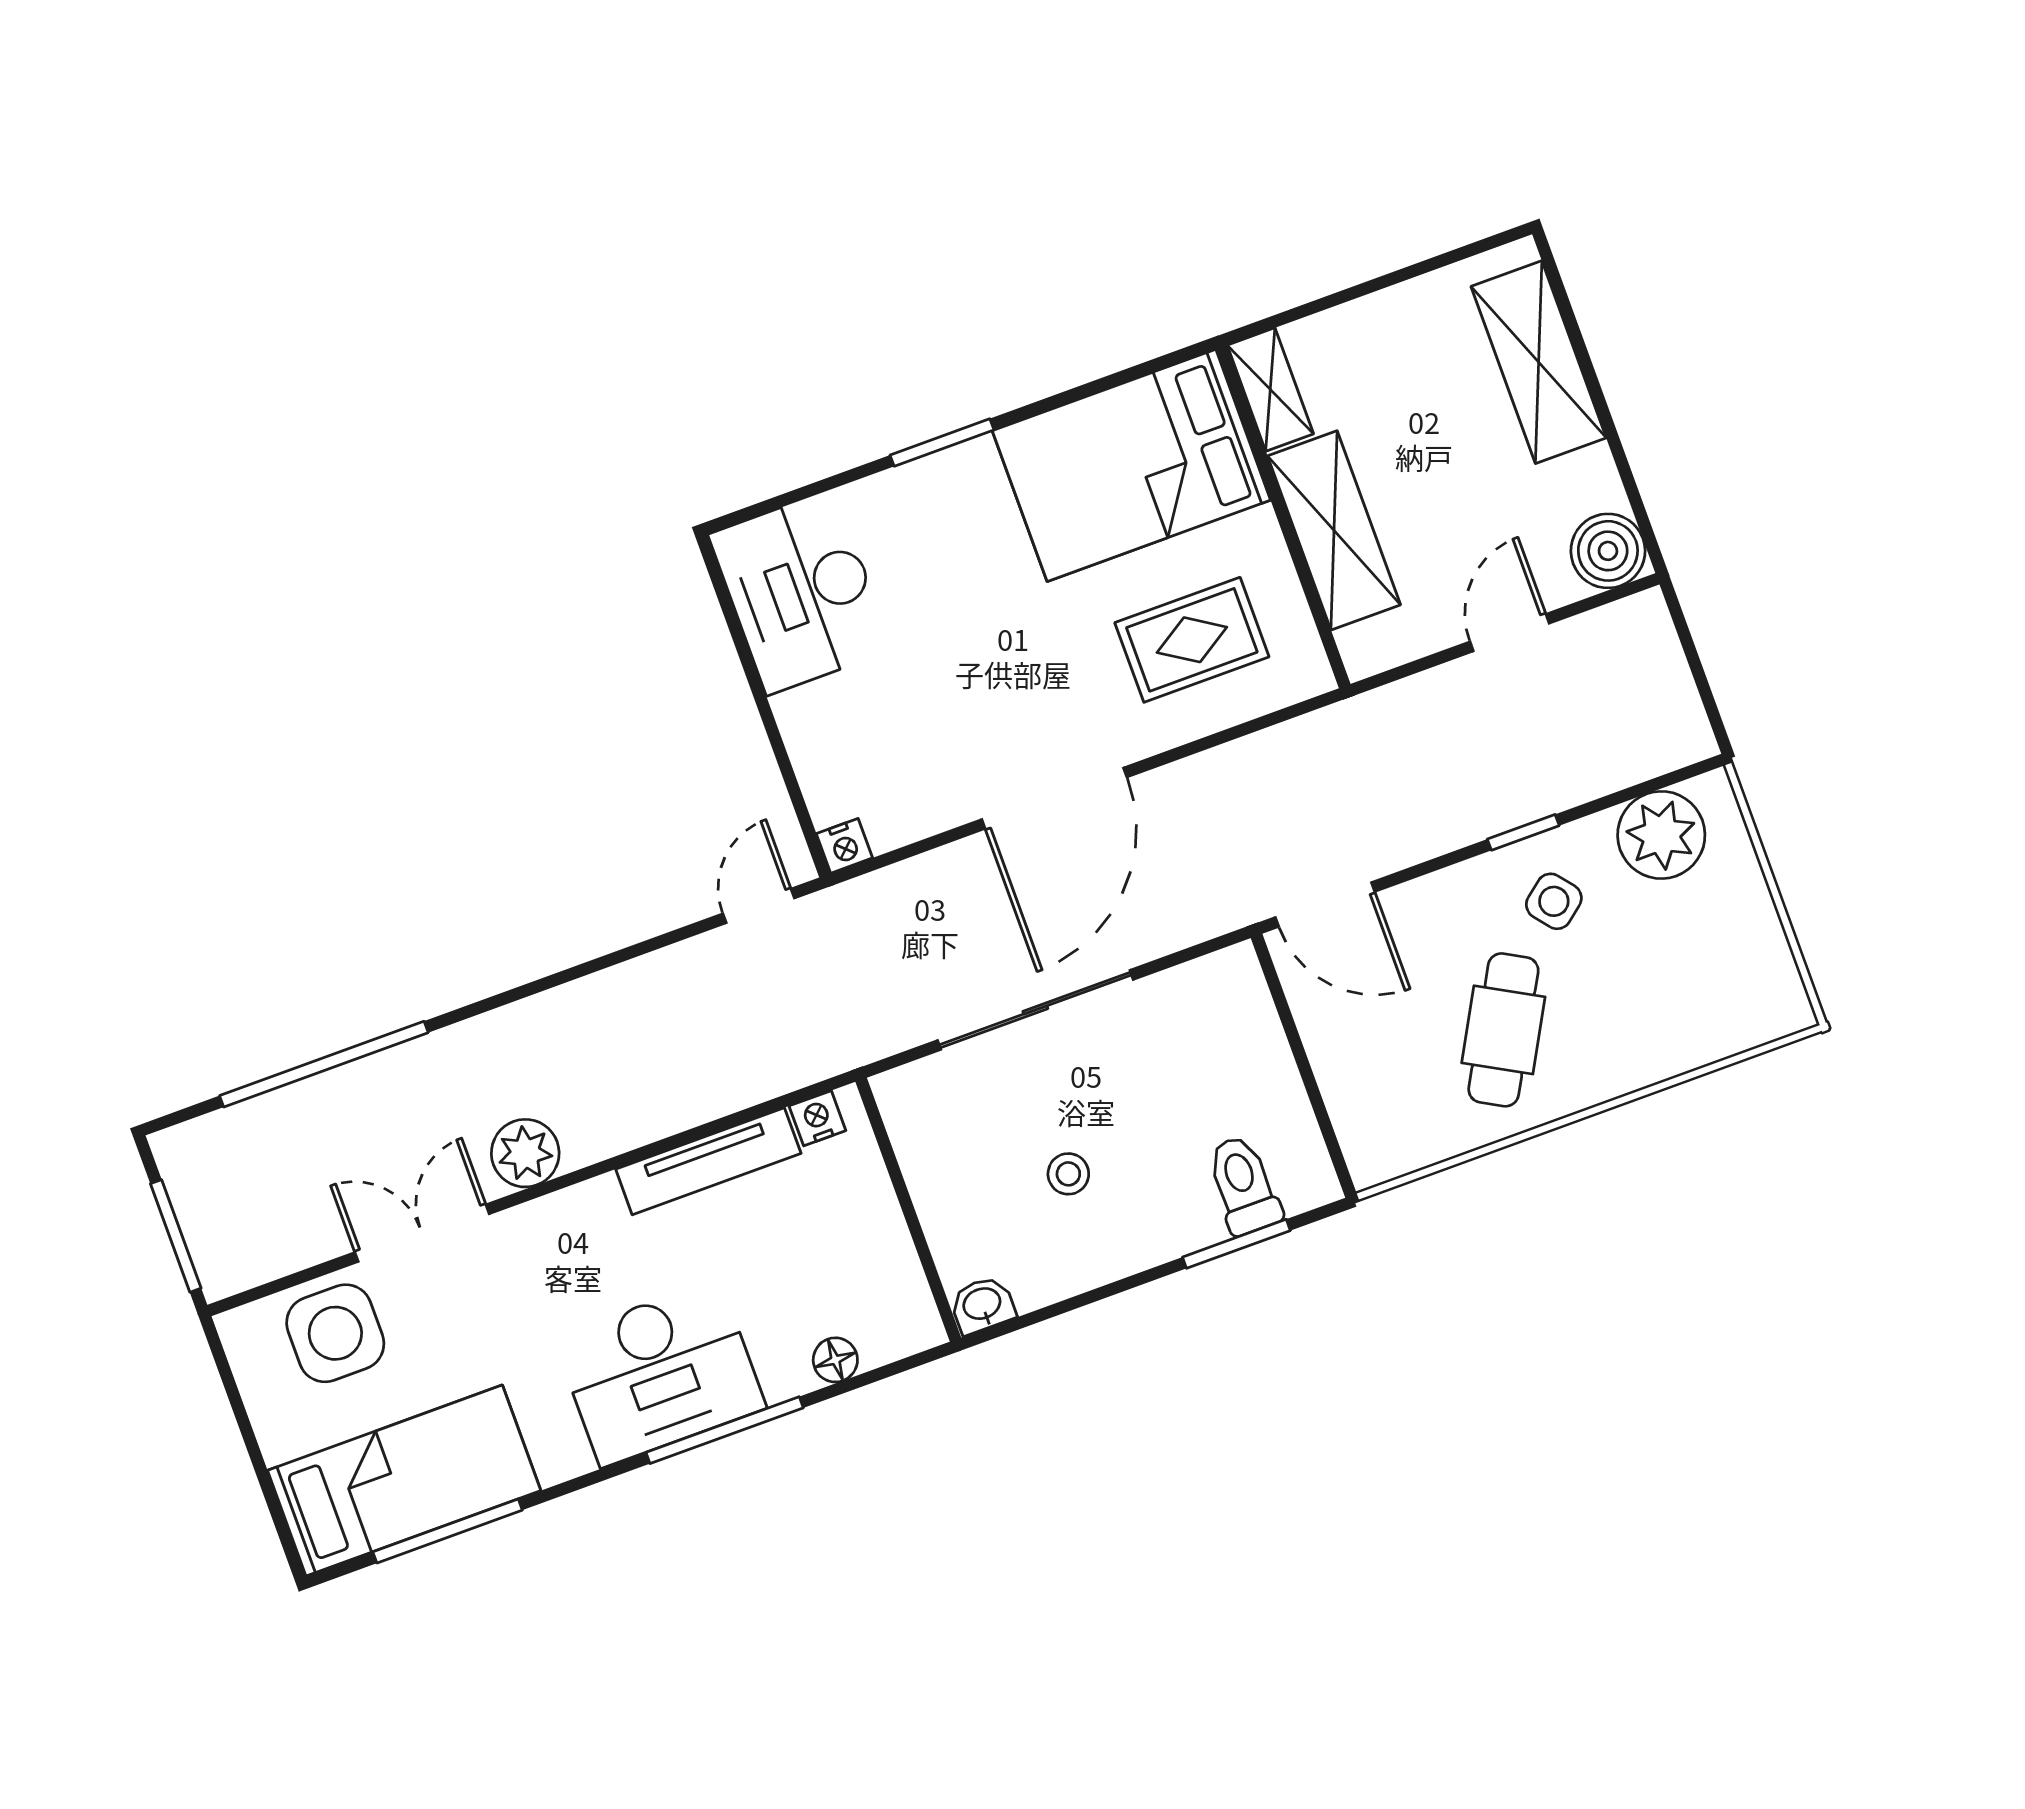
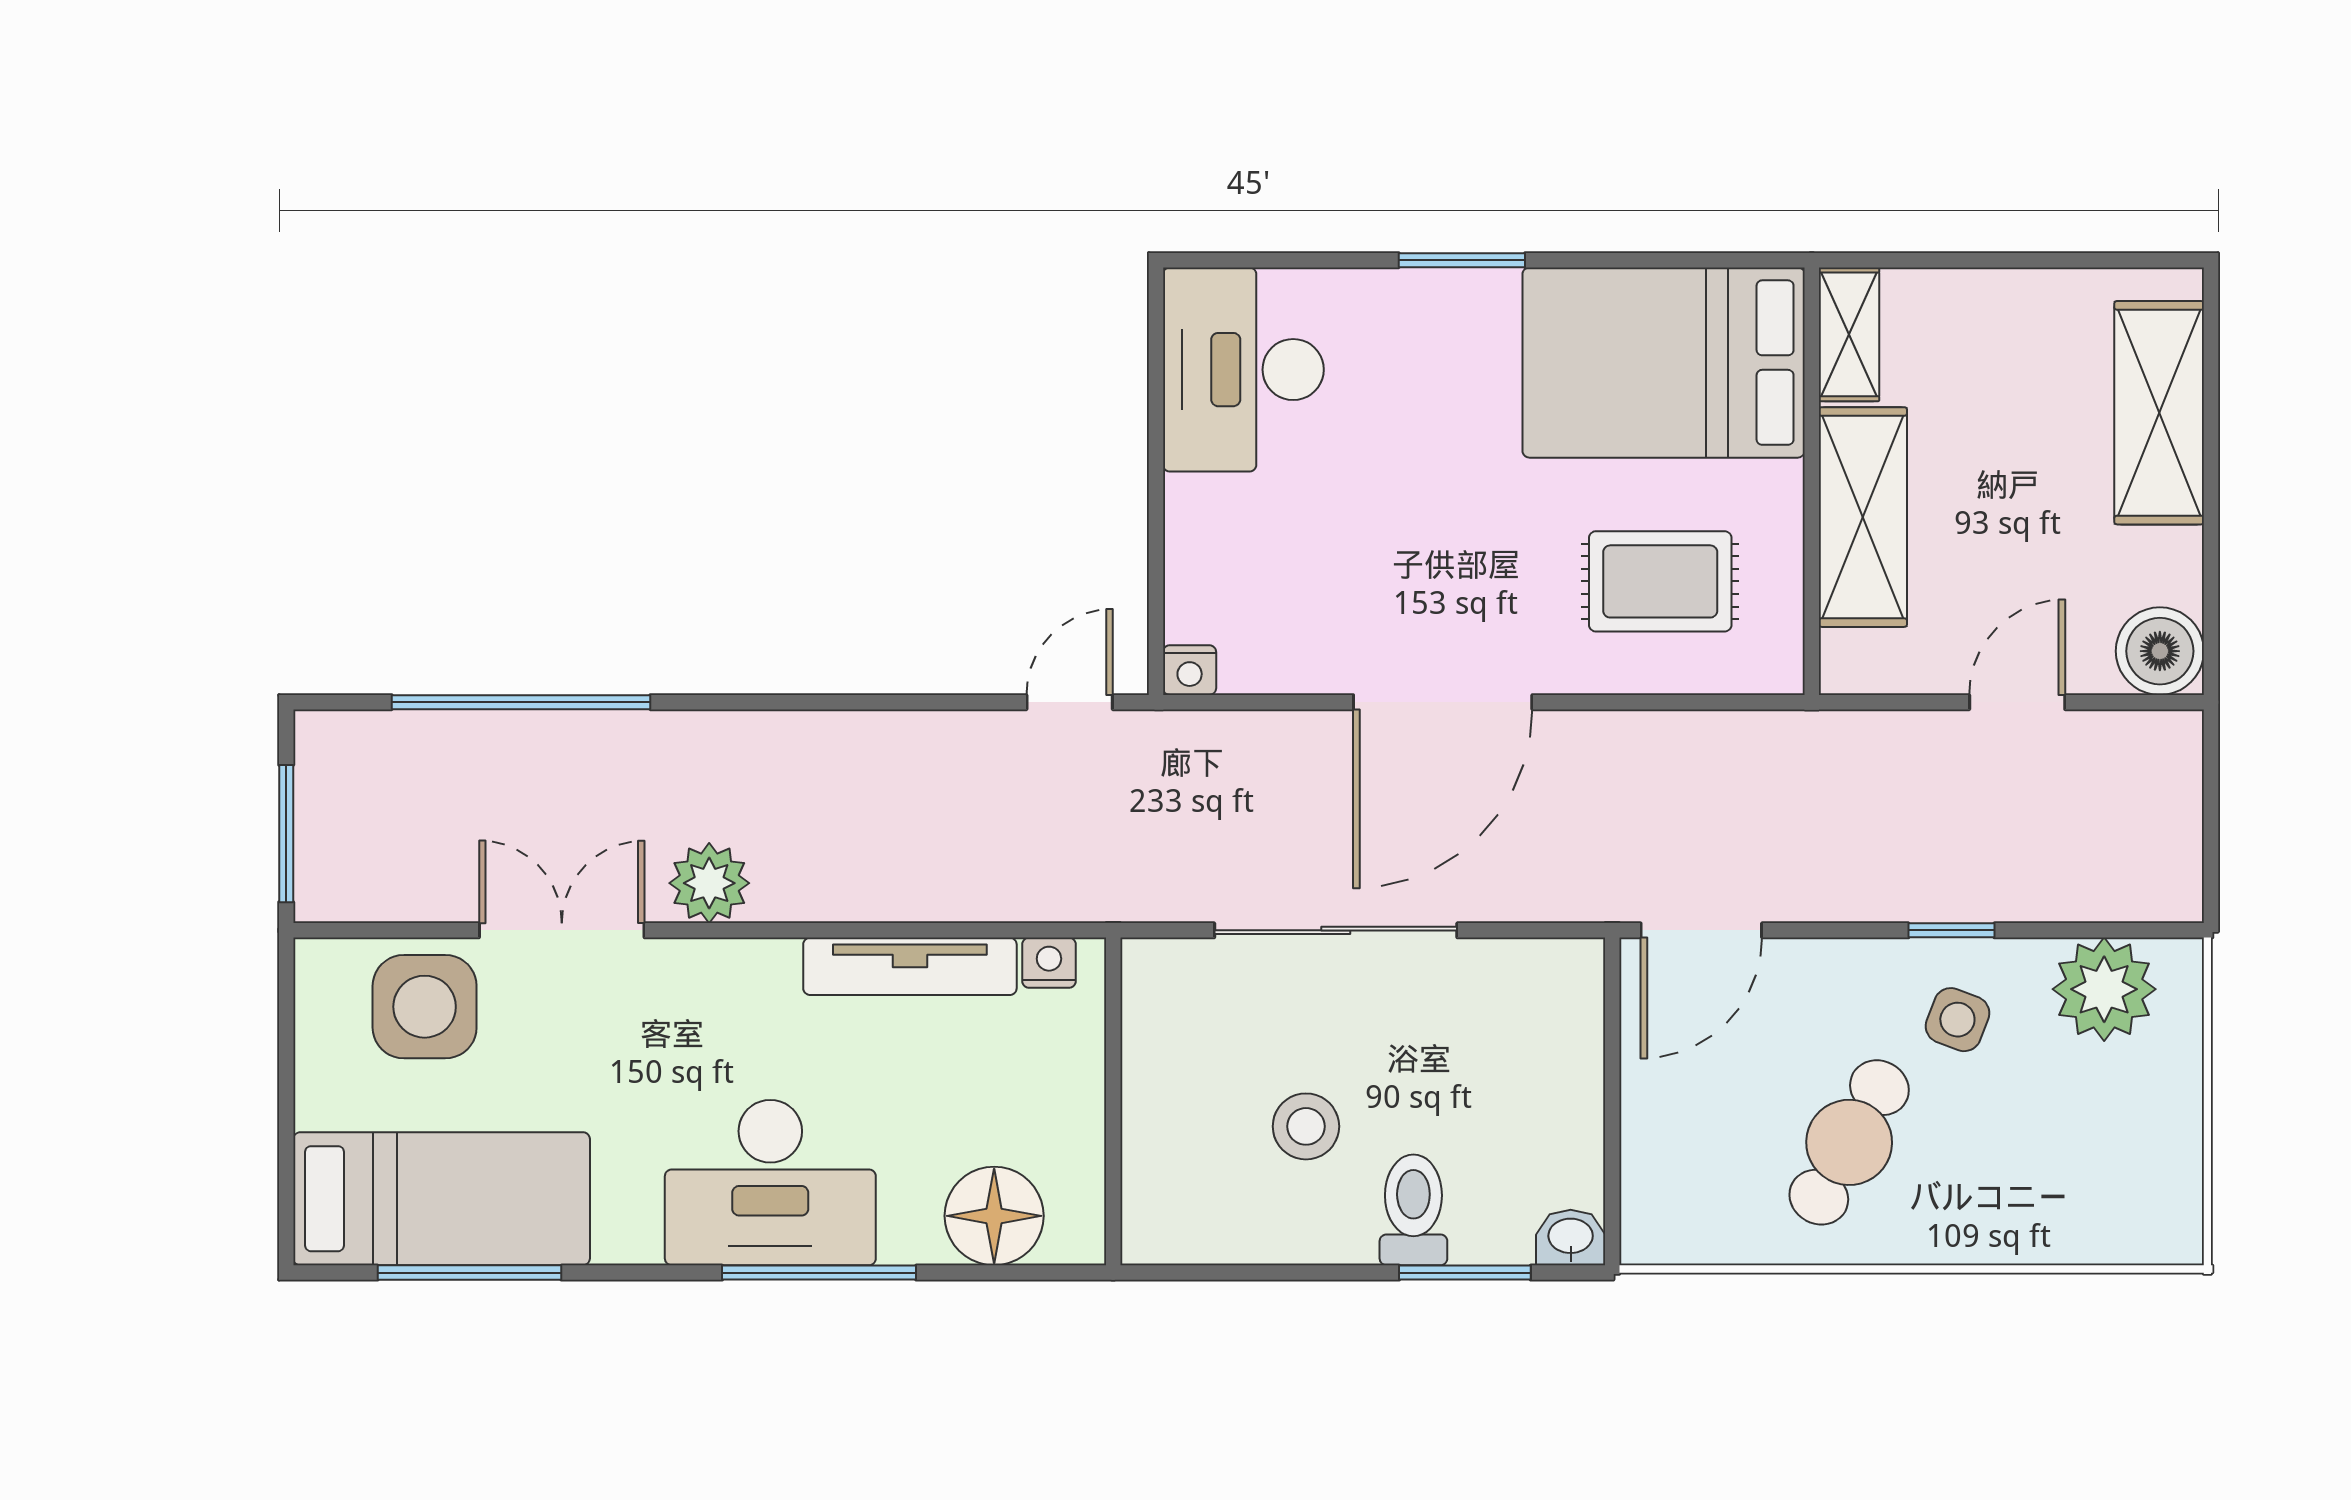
side table: (1554, 901) -> (1957, 1020), turned -30
door: (1325, 904) -> (1701, 930), hinge flipped
stool: (1068, 1174) -> (1306, 1126), width x1.37, depth x1.37
toilet: (1243, 1185) -> (1413, 1210), moved
washbasin: (982, 1305) -> (1571, 1237), moved
floor lamp: (835, 1360) -> (994, 1216), width x1.89, depth x1.89

